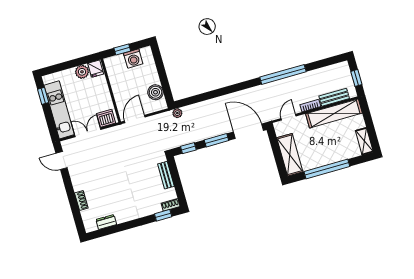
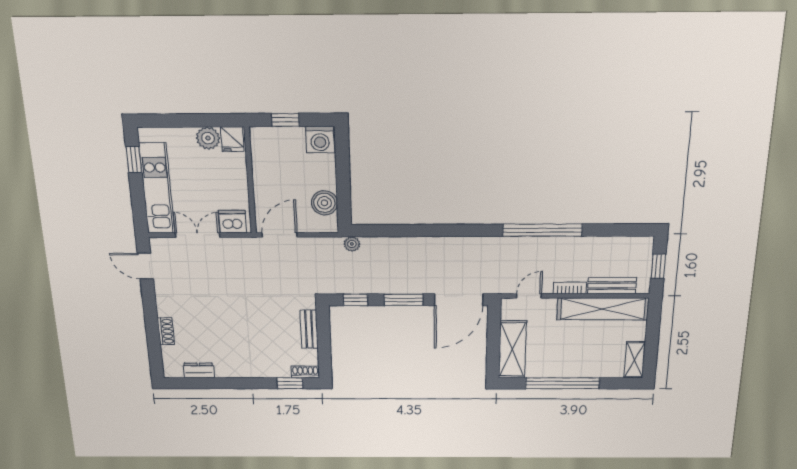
washing machine: (133, 59) -> (320, 140), moved
door: (248, 131) -> (459, 300), swing flipped

